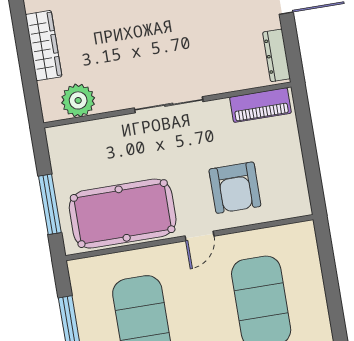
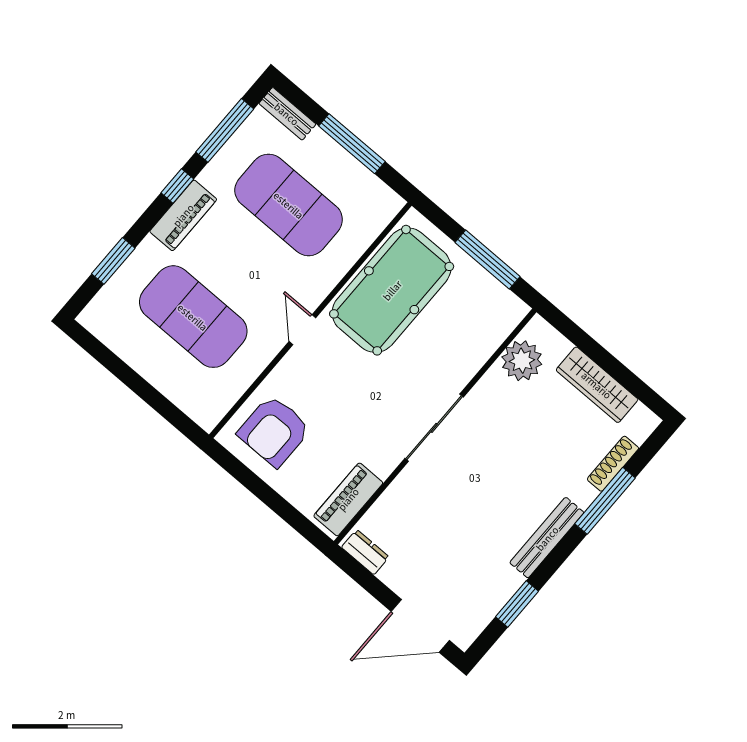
dresser: (276, 55) -> (365, 552), width x0.70
armchair: (235, 188) -> (274, 431), moved, turned -90
window: (50, 204) -> (488, 260), moved

